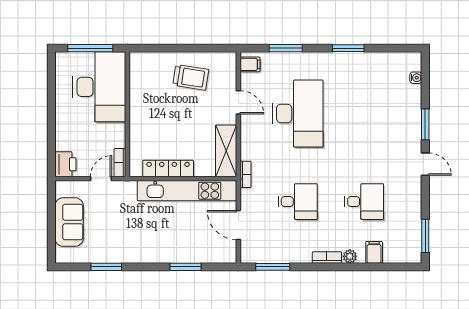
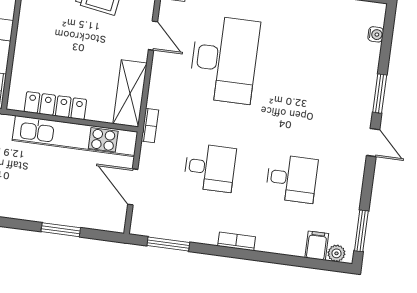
filing cabinet: (374, 252) -> (317, 246), moved
plant: (350, 256) -> (336, 253), moved

